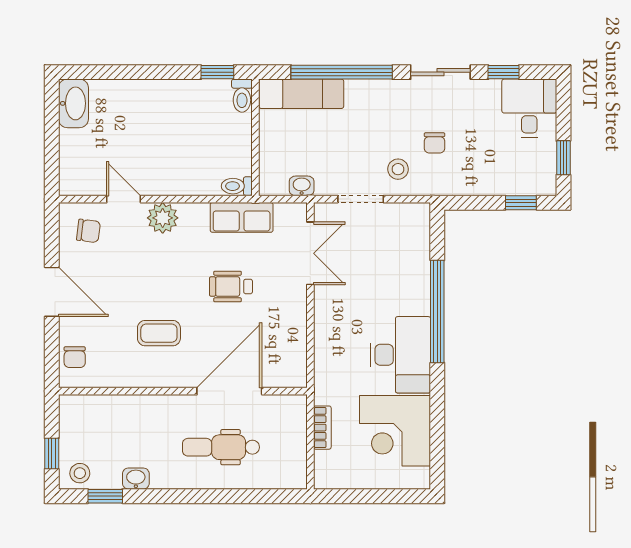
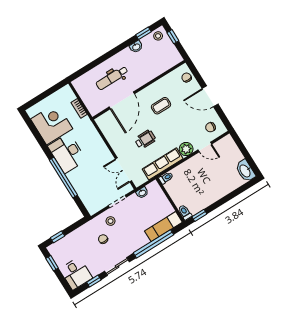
row of seats: (242, 217) -> (163, 164), width x1.48
dental chair: (221, 447) -> (112, 78), turned 180

